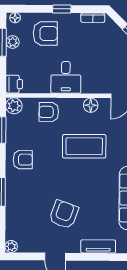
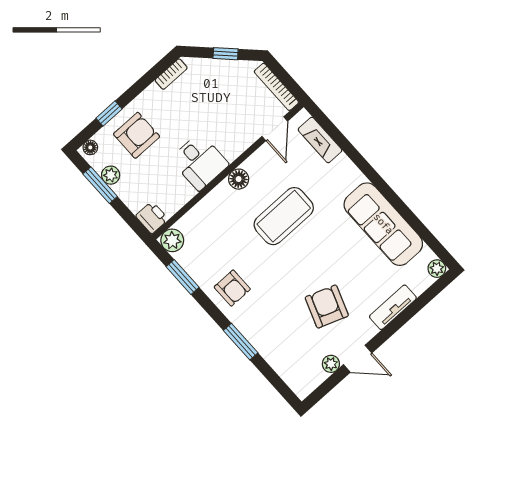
window: (62, 9) -> (109, 113), moved
floor lamp: (91, 105) -> (239, 179), moved
armchair: (49, 112) -> (215, 214), removed
armchair: (23, 160) -> (232, 288), turned 90
plant: (11, 246) -> (331, 364), moved

